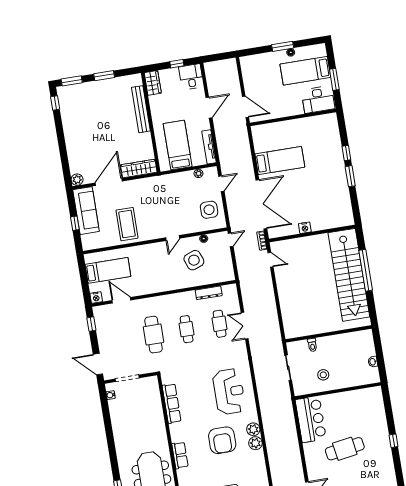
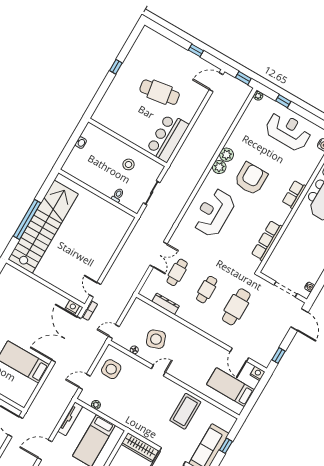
nightstand: (305, 228) -> (72, 307), moved

